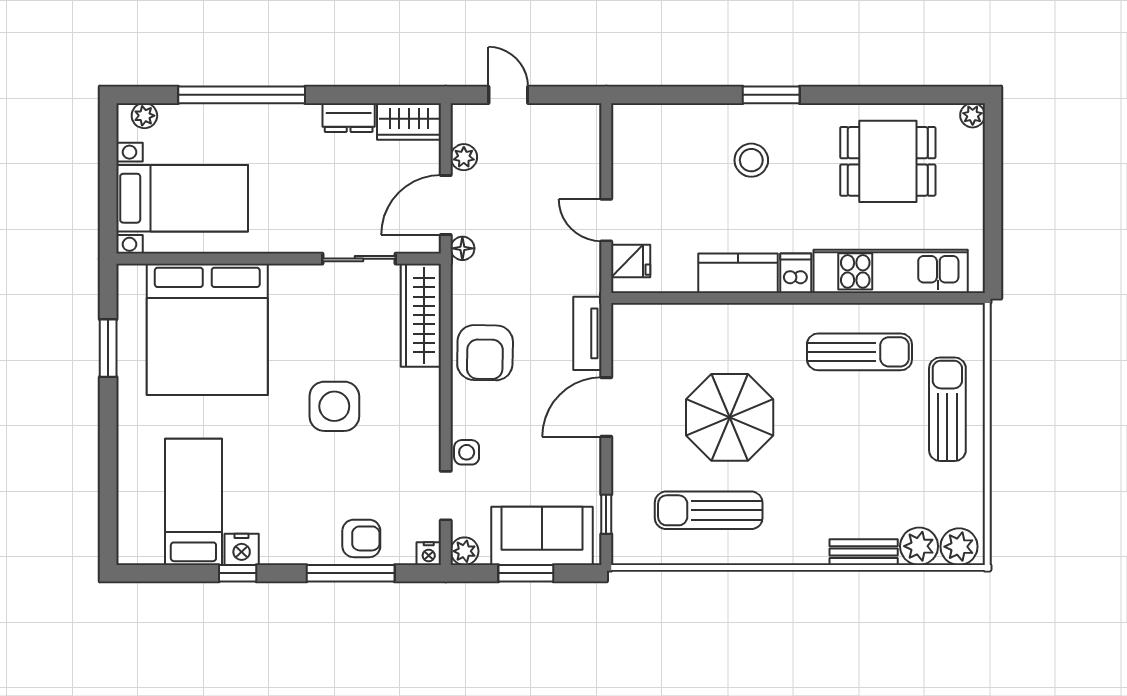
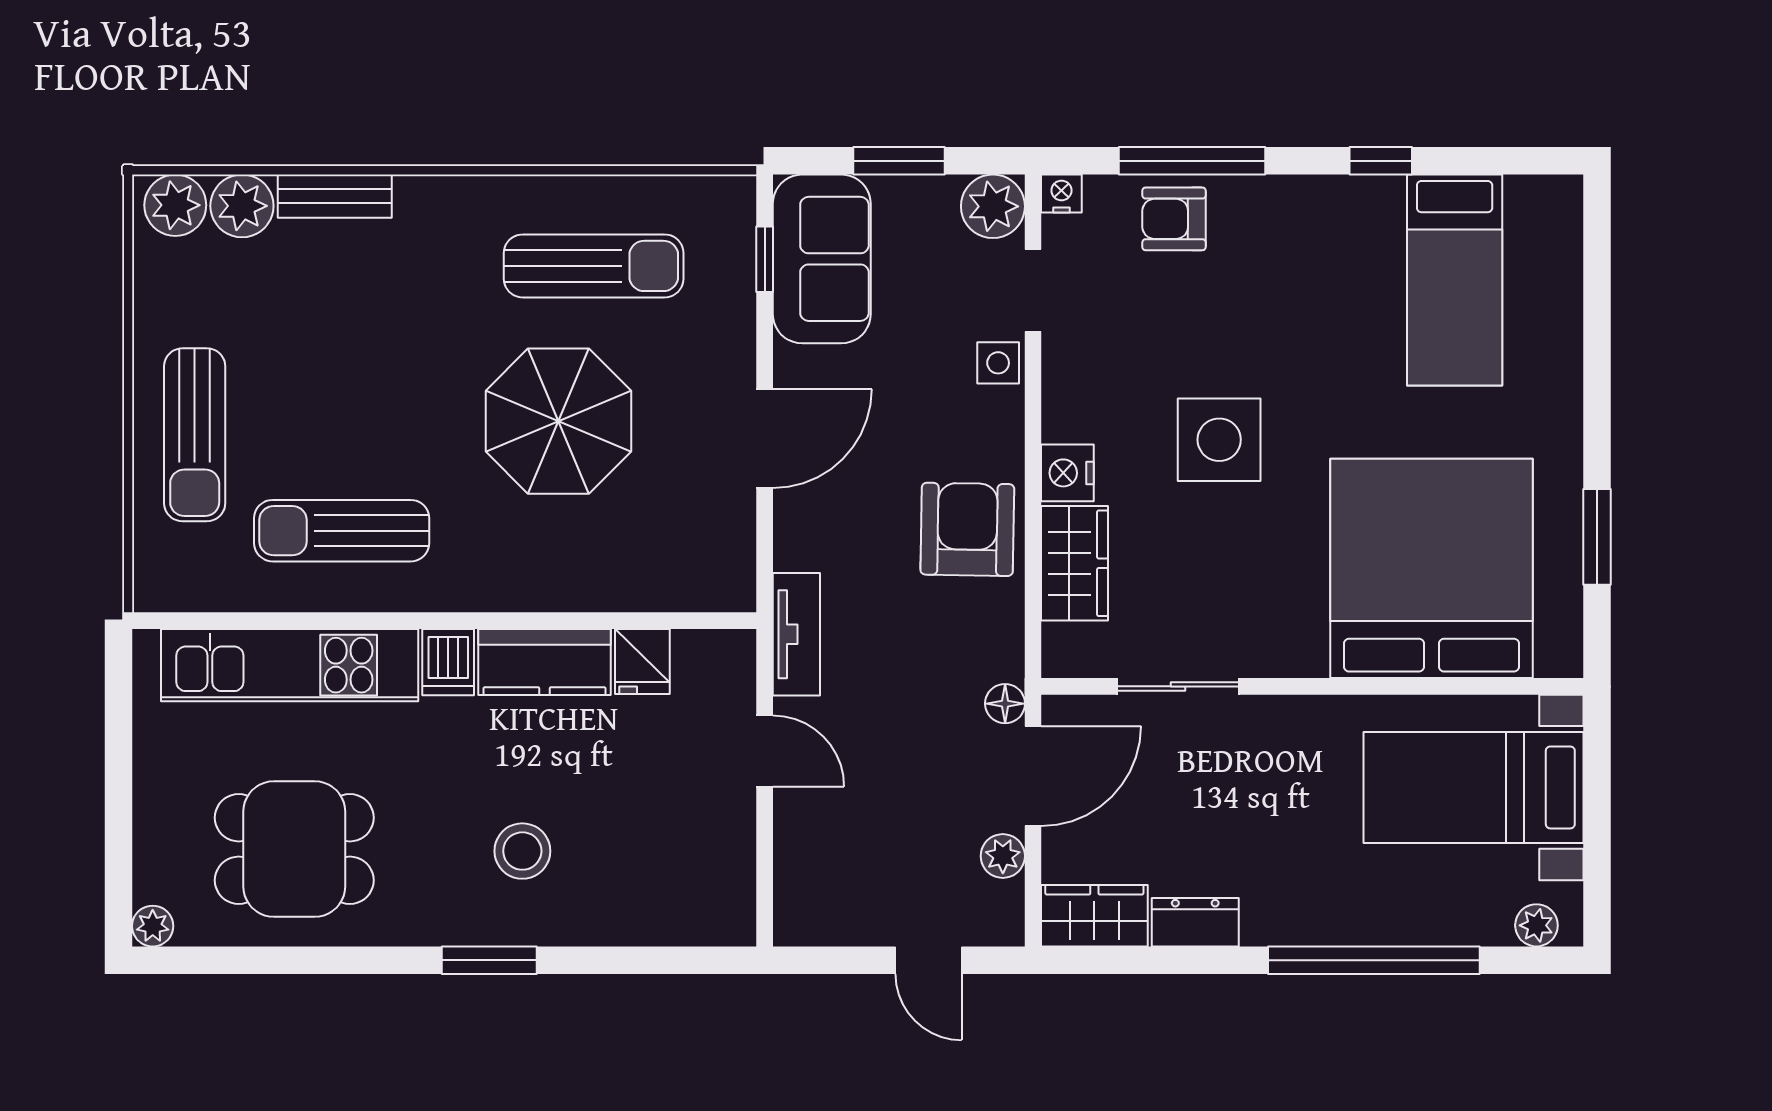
fridge: (631, 261) -> (642, 661), moved, turned -90
wardrobe: (421, 315) -> (1075, 563), width x0.67
tv unit: (587, 333) -> (796, 634), moved
sofa: (542, 536) -> (822, 259), moved, turned -90
nightstand: (242, 549) -> (1067, 473), moved, turned -90
plant: (464, 551) -> (993, 206), width x1.38, depth x1.38

